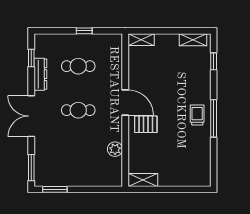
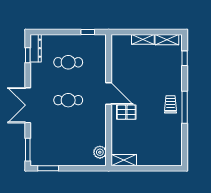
window: (84, 31) -> (88, 32), moved
shelving: (141, 40) -> (143, 39), moved
dresser: (40, 74) -> (36, 48), moved
plant: (115, 149) -> (100, 152), moved

